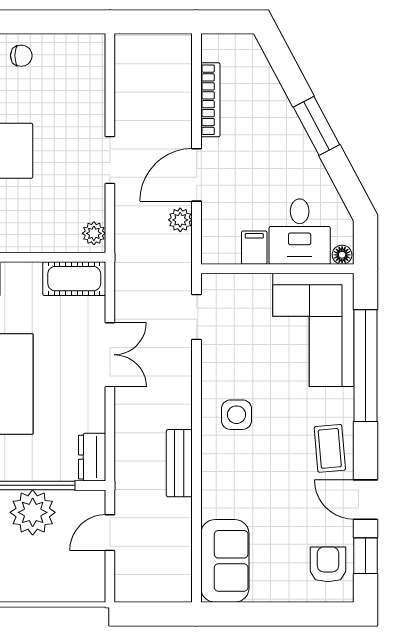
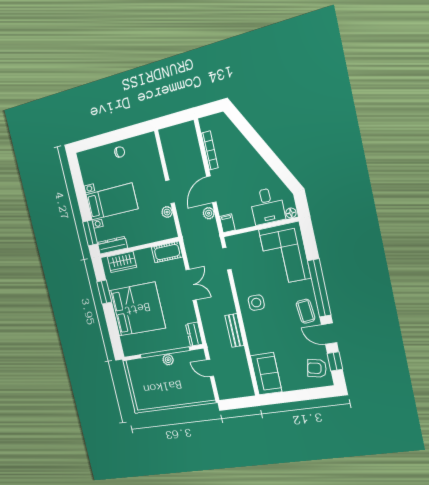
window: (316, 126) -> (264, 150), removed
plant: (94, 233) -> (167, 212), moved
filing cabinet: (254, 248) -> (227, 223), moved
window: (365, 366) -> (319, 288), moved
plant: (33, 512) -> (168, 360), width x0.53, depth x0.53
door: (110, 533) -> (210, 368), hinge flipped
armchair: (328, 564) -> (317, 368), turned -78

